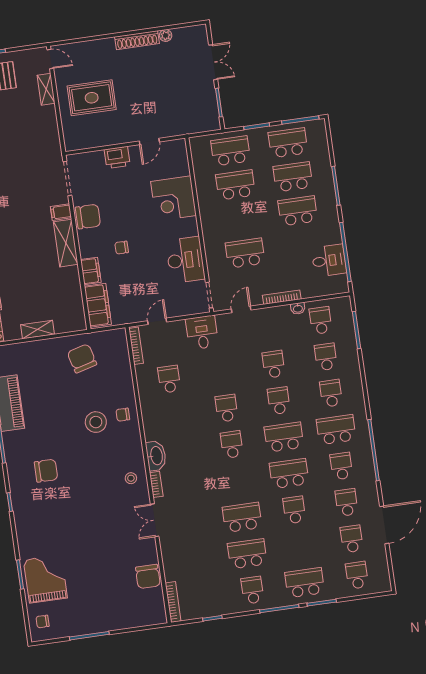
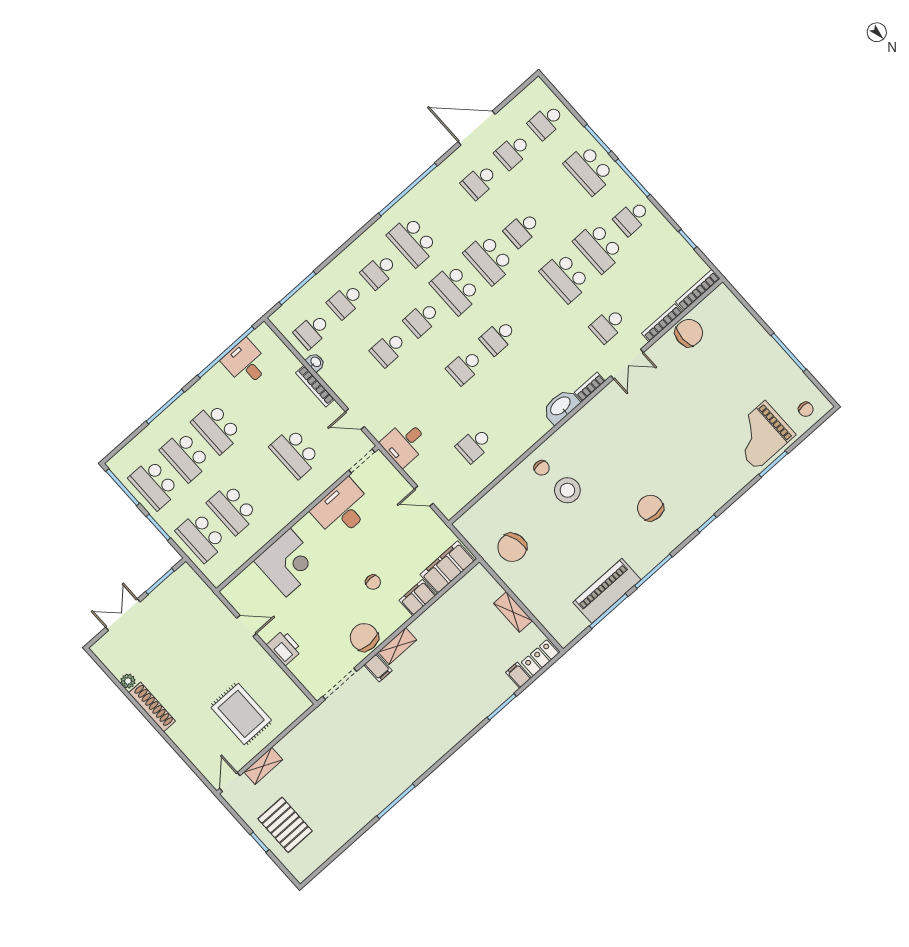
shelving: (66, 243) -> (397, 646), width x0.67, depth x0.75
bookcase: (136, 346) -> (662, 323), moved
school desk: (341, 466) -> (608, 325), moved
stool: (131, 478) -> (601, 417), removed

